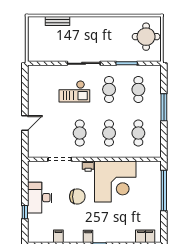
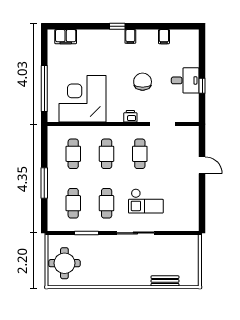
checkout: (74, 91) -> (146, 201), turned 180
door: (25, 123) -> (202, 165), swing flipped
corner desk: (115, 181) -> (83, 99), moved
chair: (77, 197) -> (143, 82), turned 90
desk: (40, 198) -> (185, 80), width x0.73
window: (25, 212) -> (202, 86), moved

